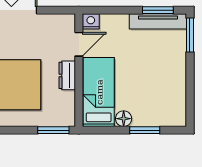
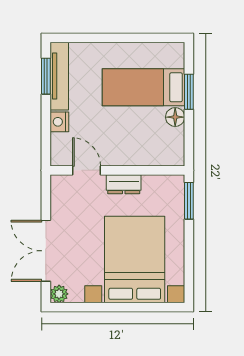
nightstand: (91, 21) -> (59, 122), moved
window: (190, 35) -> (75, 38), removed
bed: (99, 92) -> (143, 87), moved

